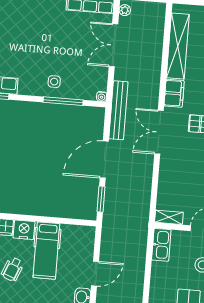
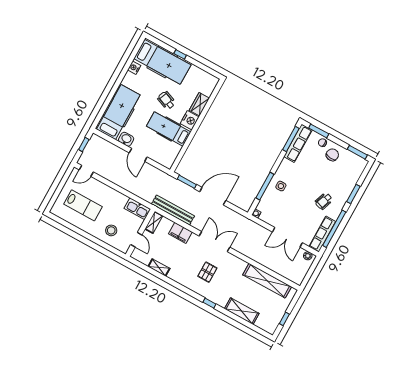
wheelchair: (49, 21) -> (324, 201), added
double door: (113, 45) -> (287, 237), swing flipped
filing cabinet: (174, 93) -> (180, 233), moved
bench: (118, 110) -> (173, 210), moved
door: (104, 160) -> (213, 196), hinge flipped

